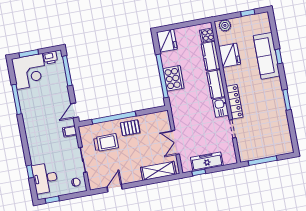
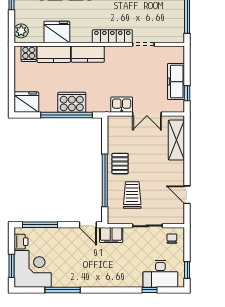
kitchen sink: (221, 108) -> (122, 105), moved, turned 180
filing cabinet: (70, 131) -> (111, 235), width x2.00

